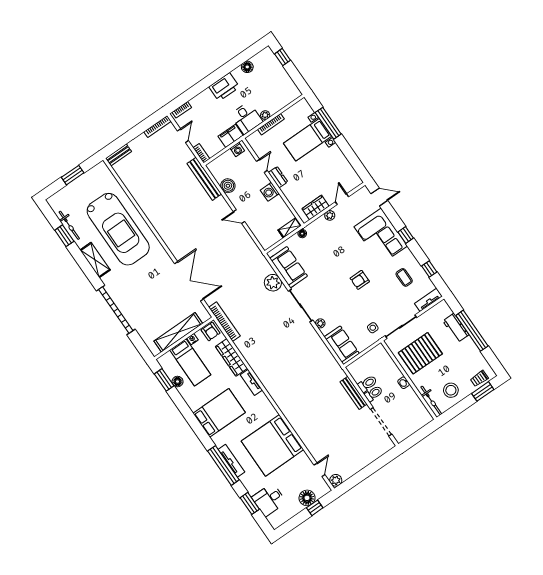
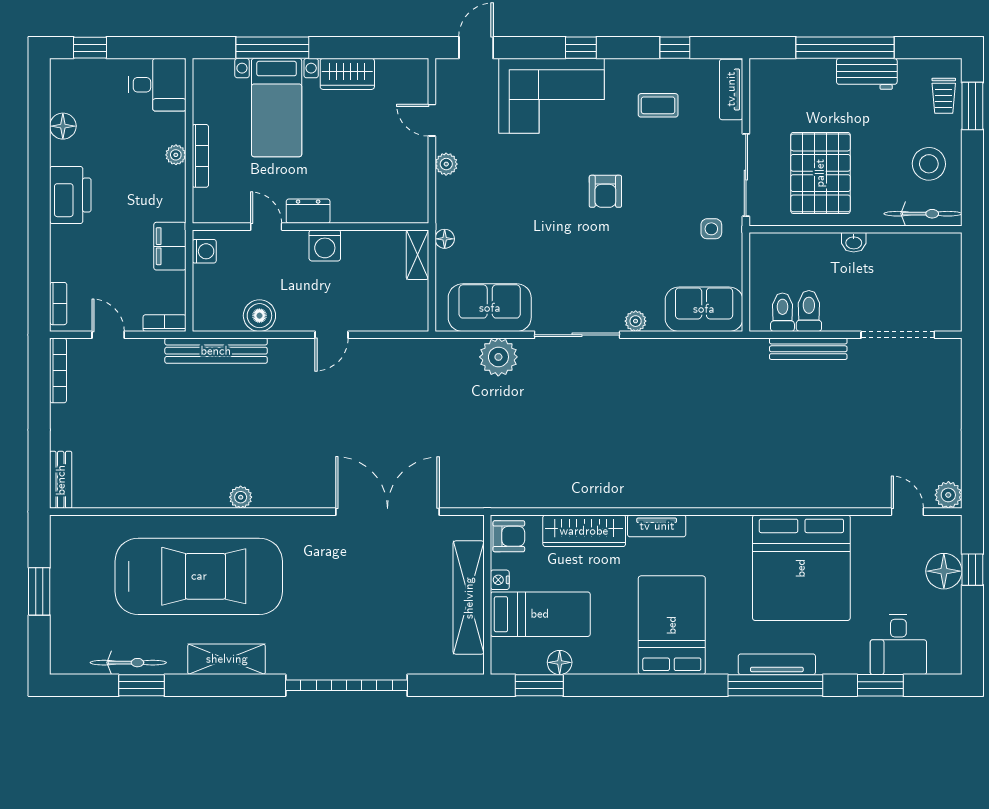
desk: (246, 118) -> (157, 85), moved
wardrobe: (316, 207) -> (347, 74), moved, turned -90
plant: (157, 224) -> (241, 497), added
bookcase: (224, 322) -> (508, 498), removed
workbench: (456, 328) -> (867, 74), moved
toilet: (374, 394) -> (782, 312), moved

